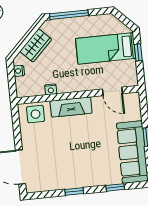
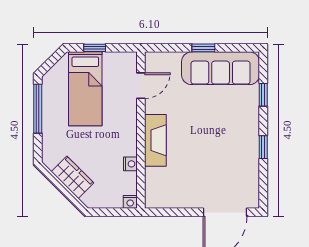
window: (69, 15) -> (38, 109), moved
nightstand: (19, 71) -> (130, 202), moved
side table: (36, 114) -> (160, 186), removed

